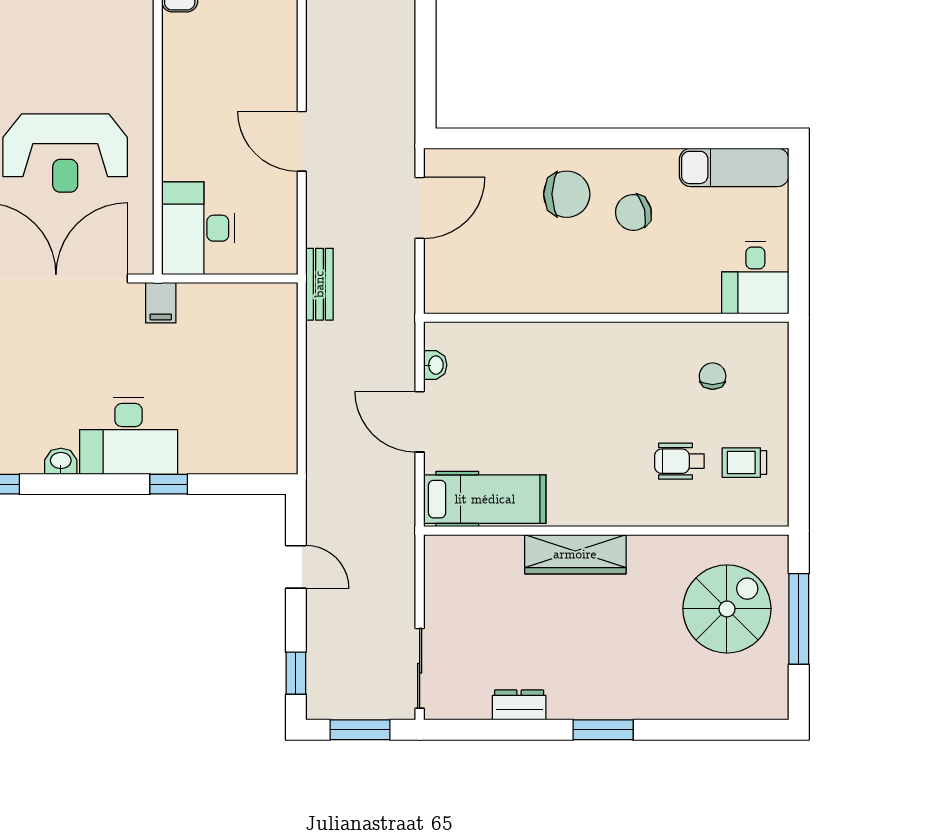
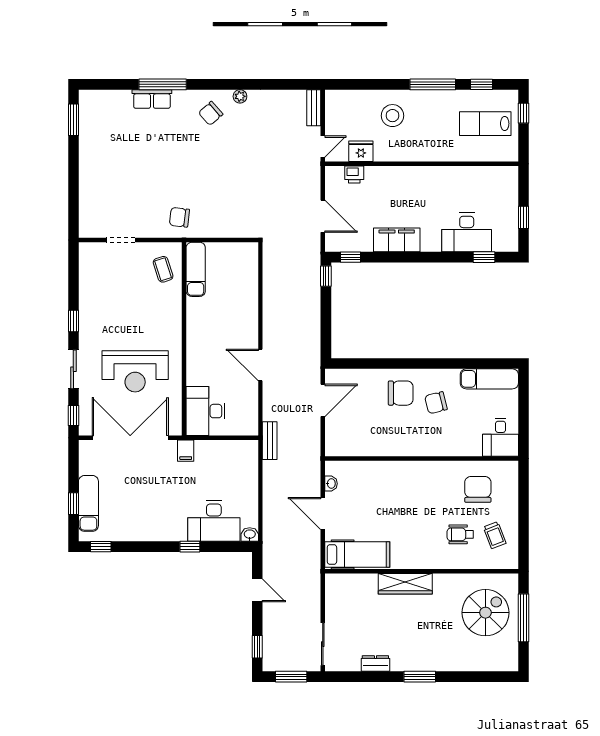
chair: (713, 376) -> (478, 489), width x1.87, depth x1.87
desk: (129, 436) -> (214, 521), moved
washbasin: (61, 461) -> (250, 534), moved
trolley: (744, 463) -> (495, 535), turned -111

